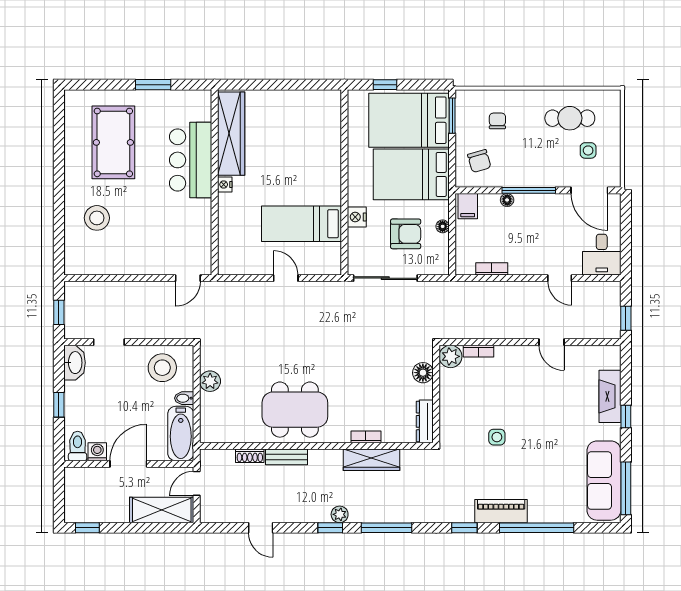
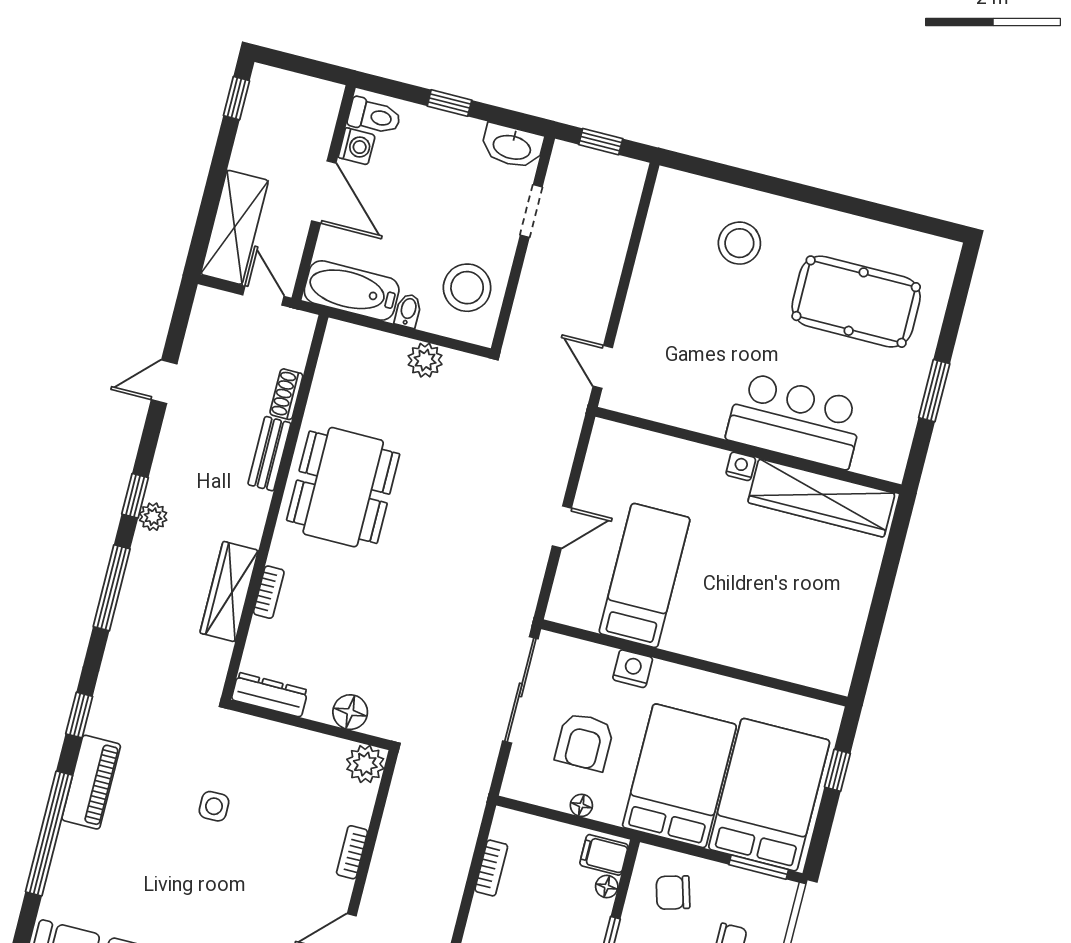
floor lamp: (507, 200) -> (607, 886), moved
bookcase: (479, 351) -> (352, 852), moved

